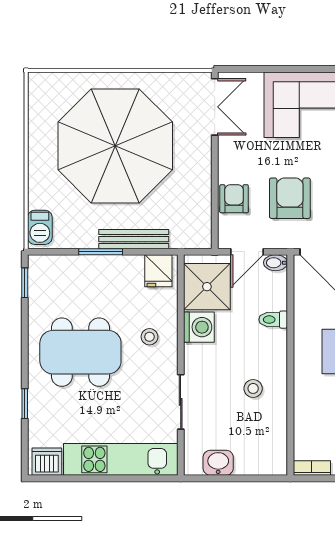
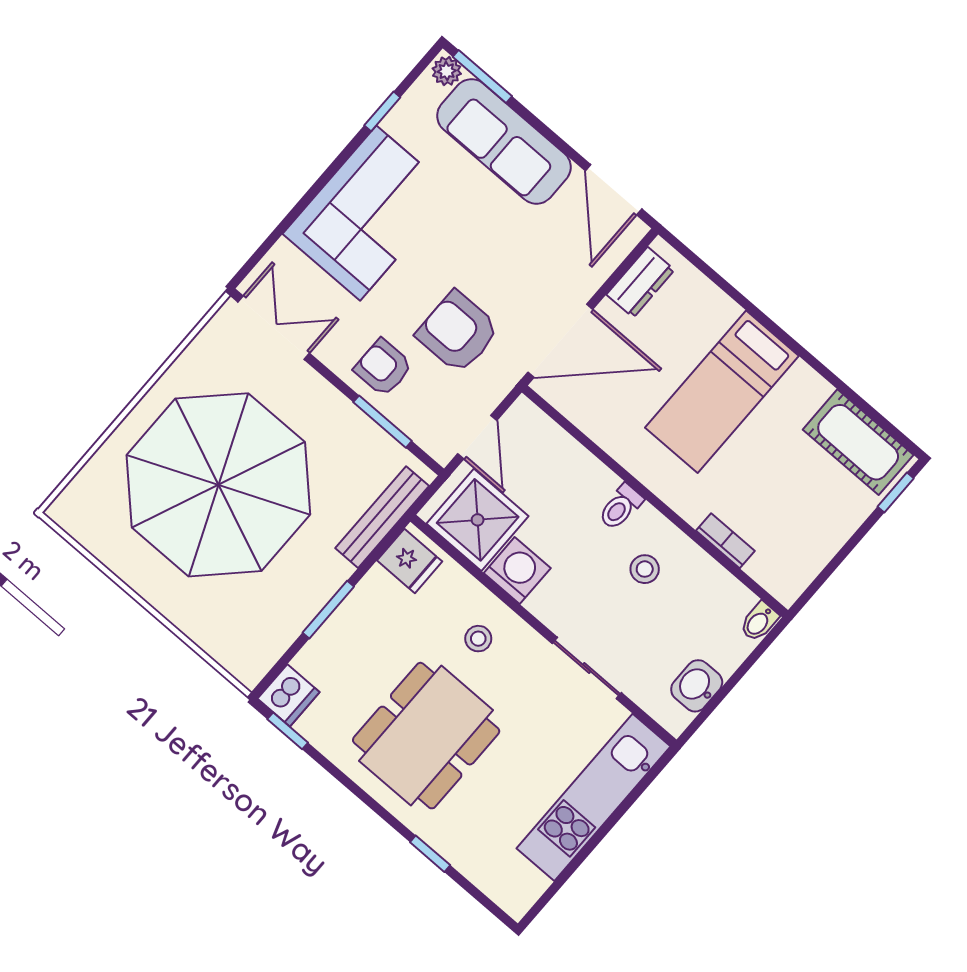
window: (215, 199) -> (382, 422), added
armchair: (234, 199) -> (383, 368), moved
barbecue: (40, 227) -> (238, 657), removed
bench: (134, 239) -> (382, 517), moved
bidet: (276, 263) -> (759, 622), moved
toilet: (273, 320) -> (621, 507), moved
dishwasher: (47, 462) -> (289, 695), moved, turned 180
bookcase: (312, 468) -> (725, 541), moved, turned 90

